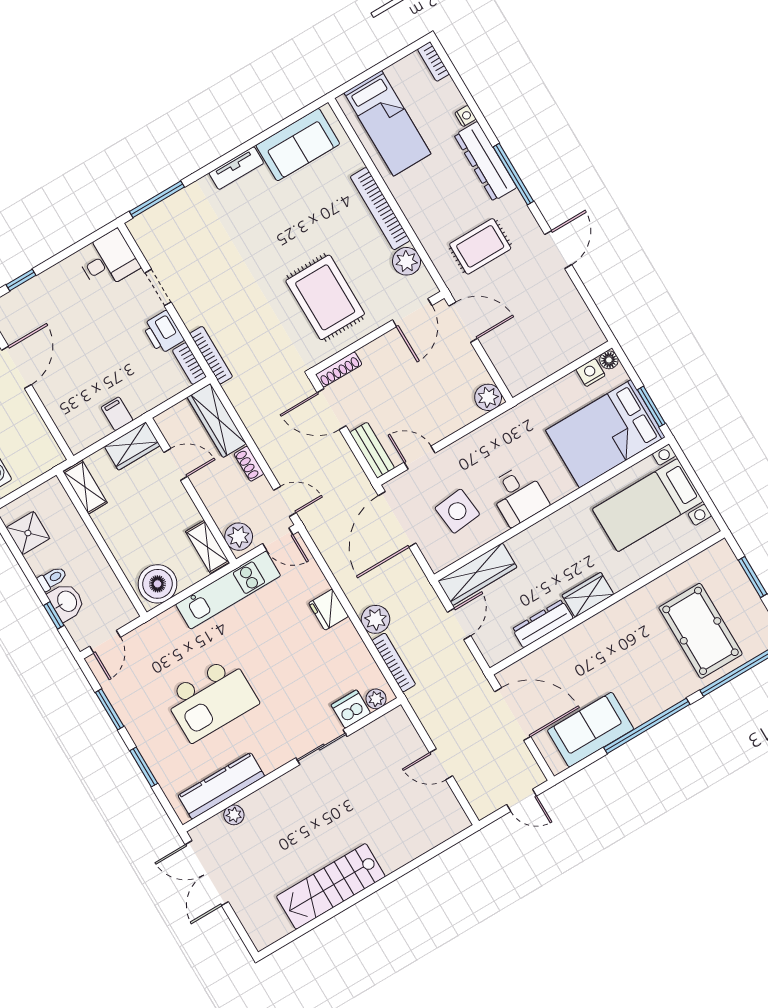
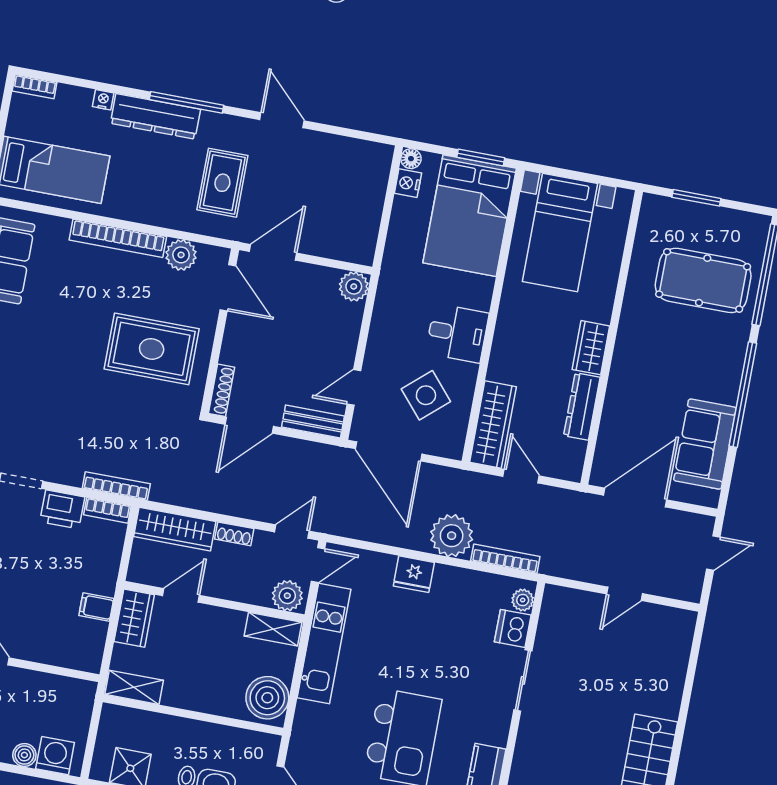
side table: (457, 511) -> (426, 395), turned -35
plant: (376, 619) -> (452, 536), width x1.36, depth x1.36

